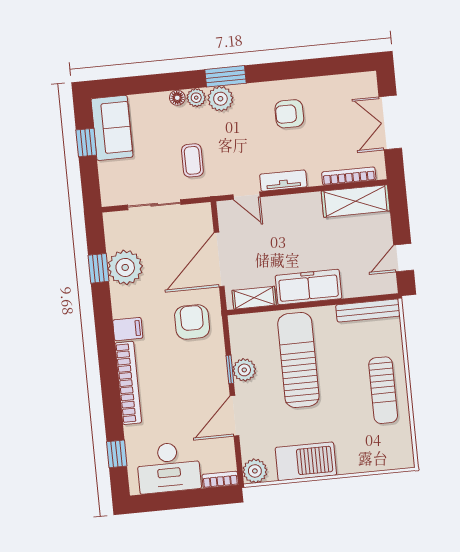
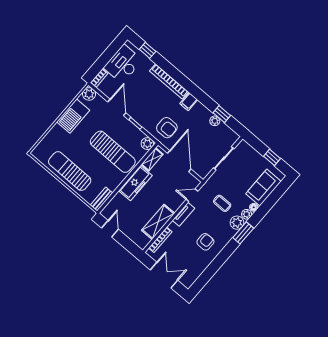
sofa: (112, 128) -> (263, 188), moved, turned 90
coffee table: (192, 160) -> (222, 203), moved
shelving: (356, 201) -> (158, 222), moved
plant: (125, 267) -> (215, 121), width x0.53, depth x0.53
bench: (368, 310) -> (101, 199), width x0.73
plant: (244, 370) -> (147, 144), moved
sun lounger: (383, 390) -> (70, 171), width x1.36, depth x1.34

